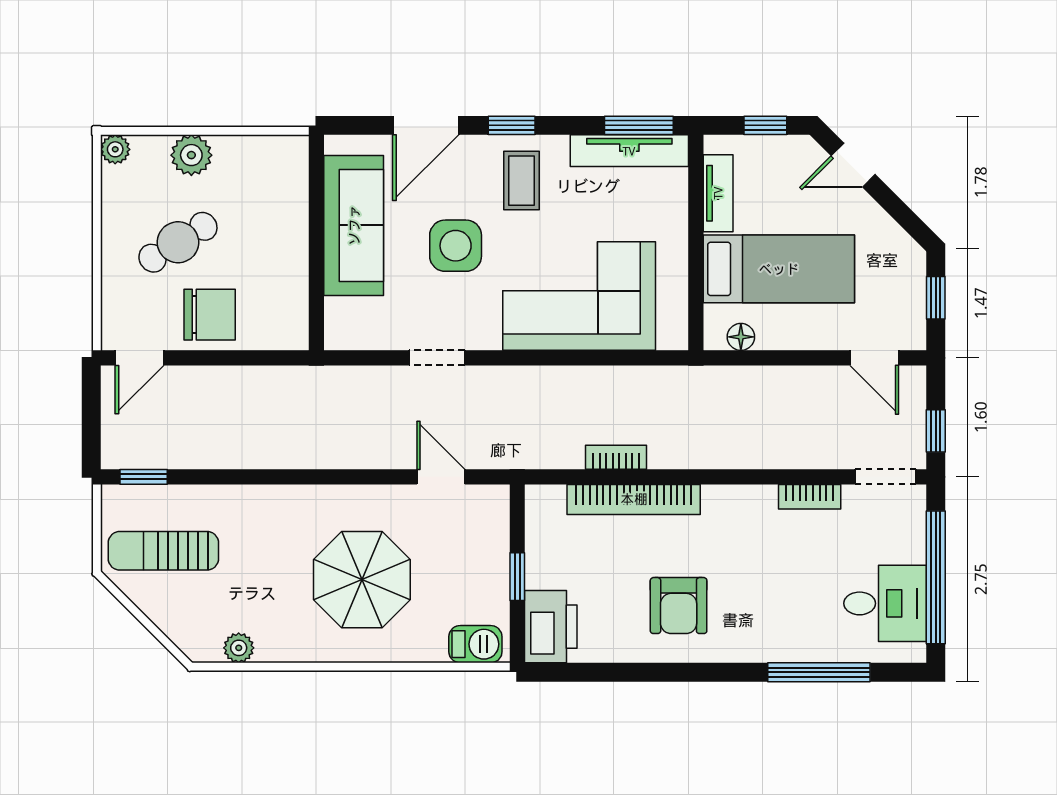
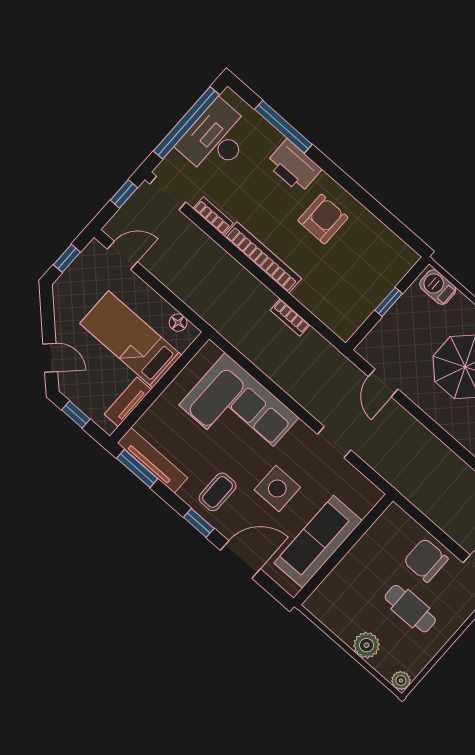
cafe table: (178, 242) -> (410, 609), turned 32
door: (874, 358) -> (122, 255), hinge flipped
bookcase: (634, 499) -> (263, 257), moved
desk: (885, 603) -> (216, 139), width x1.37
printer: (551, 627) -> (294, 166), moved, turned -90

